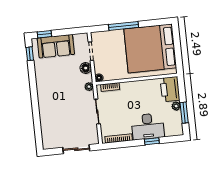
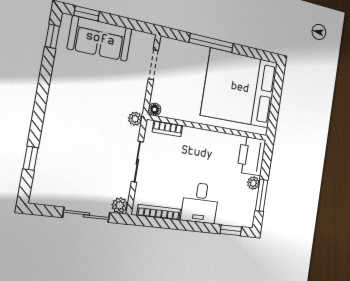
floor lamp: (86, 68) -> (138, 88), removed
window: (37, 125) -> (31, 158), added
desk: (148, 126) -> (200, 203), width x0.73
plant: (94, 140) -> (120, 205), added
window: (152, 141) -> (231, 230), moved

